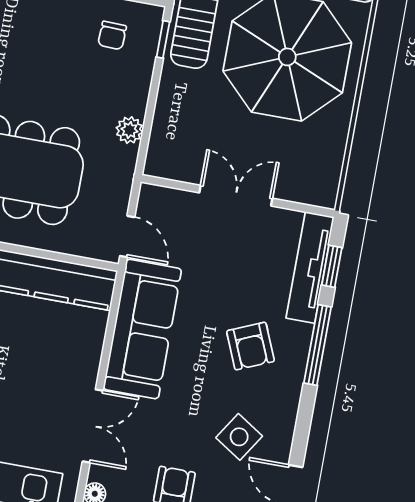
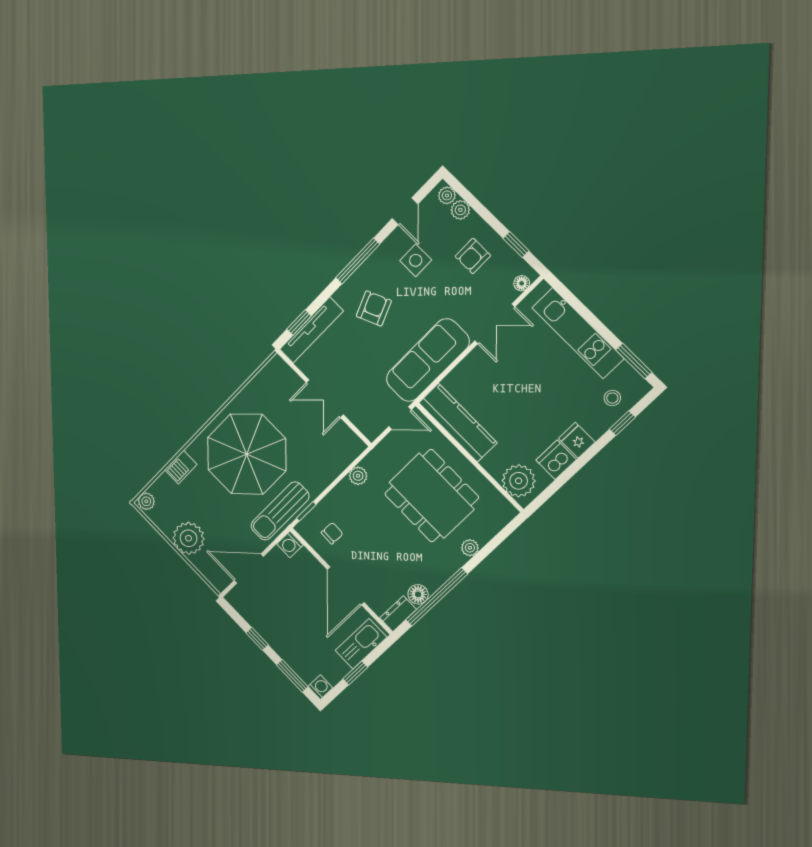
door: (127, 237) -> (400, 418), swing flipped
window: (318, 345) -> (358, 261), moved
double door: (93, 426) -> (495, 324), swing flipped
side table: (239, 437) -> (416, 260), turned -33

